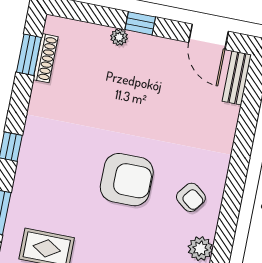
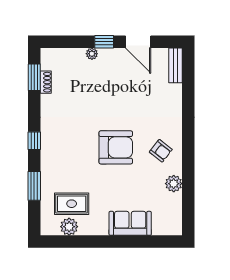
door: (208, 37) -> (138, 42), moved
shoe rack: (46, 58) -> (46, 82), width x0.70

